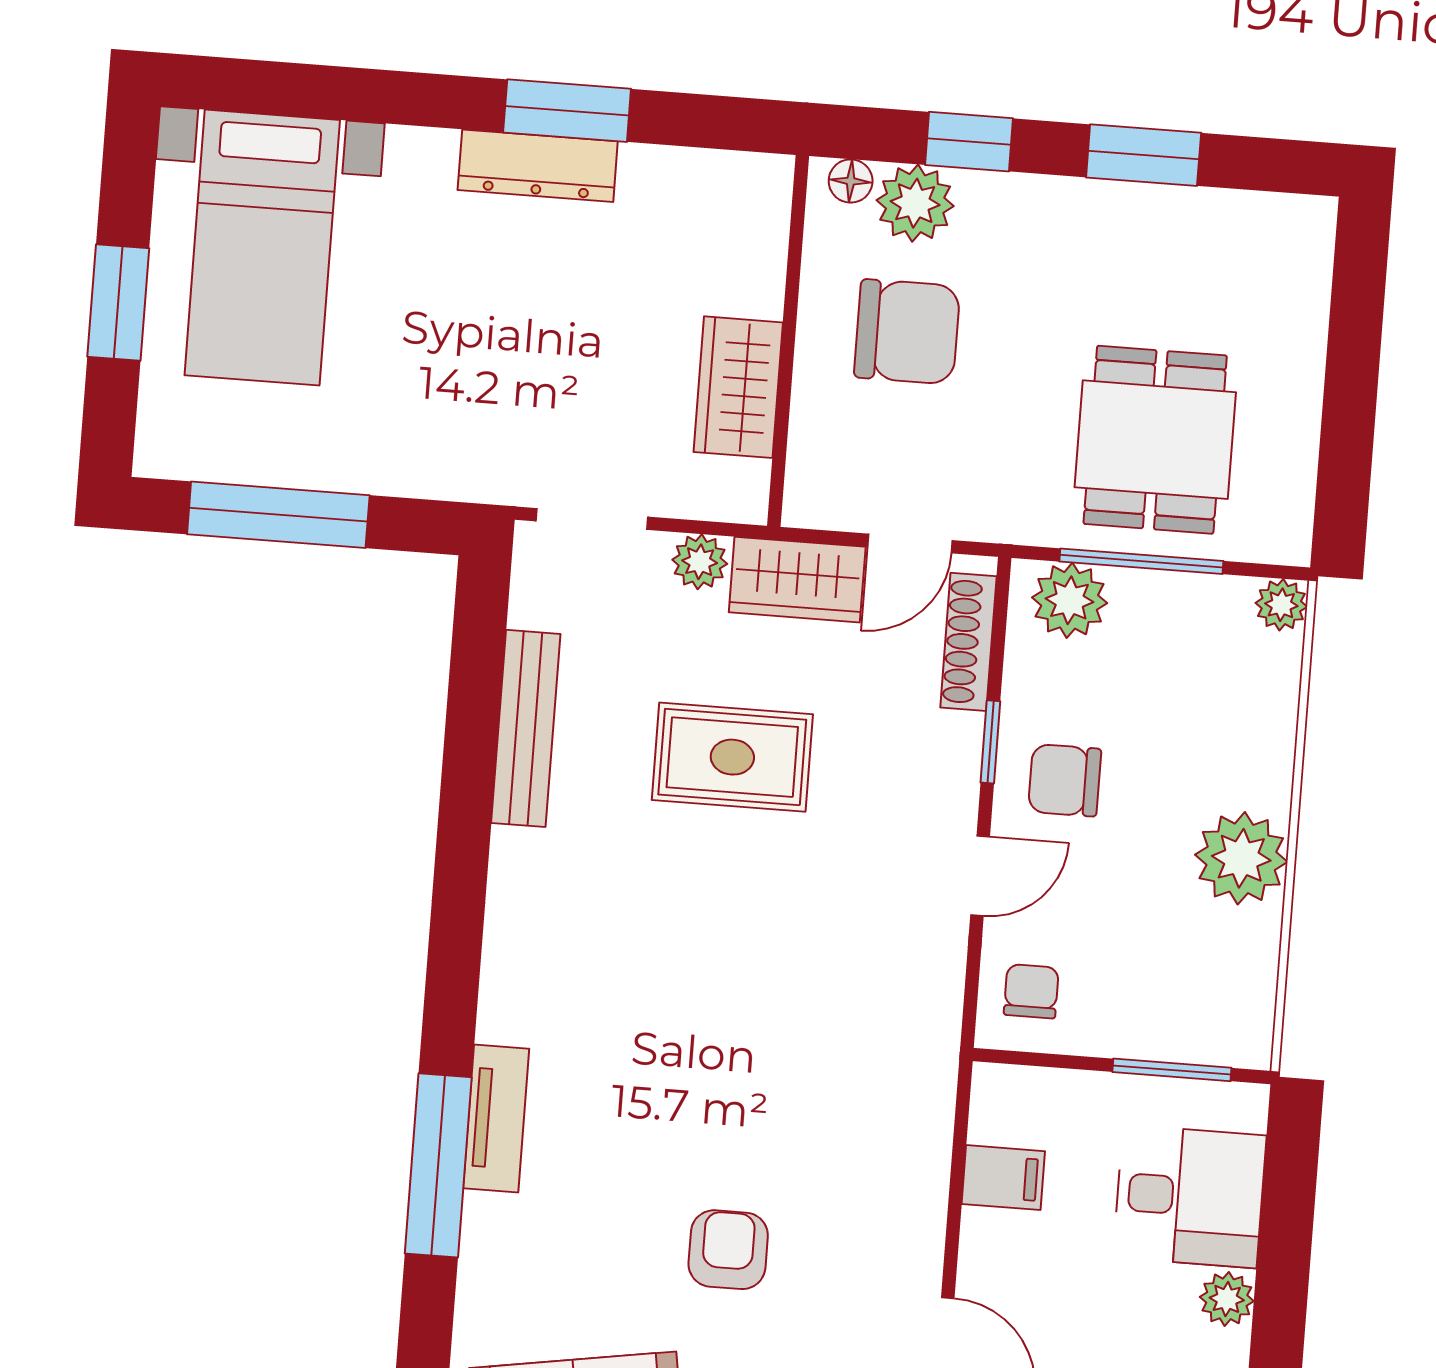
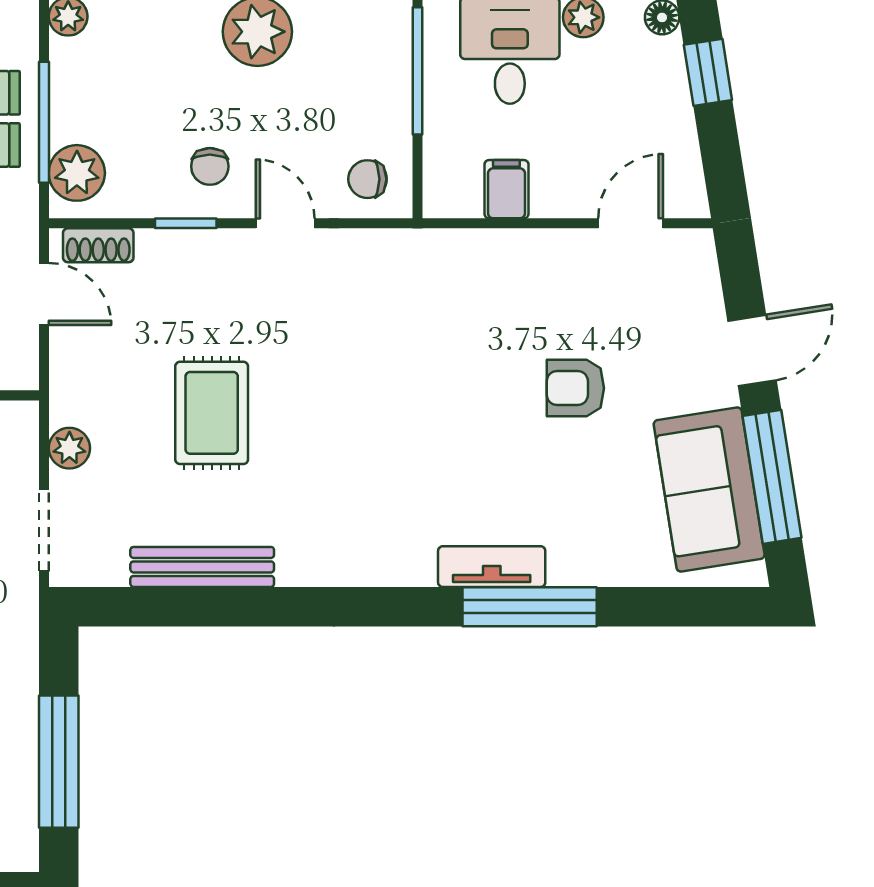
wardrobe: (797, 580) -> (77, 375), removed
shoe rack: (968, 642) -> (98, 245), width x0.70
chair: (1065, 780) -> (210, 166), width x0.73, depth x0.73
window: (1172, 1070) -> (417, 71), width x1.44

